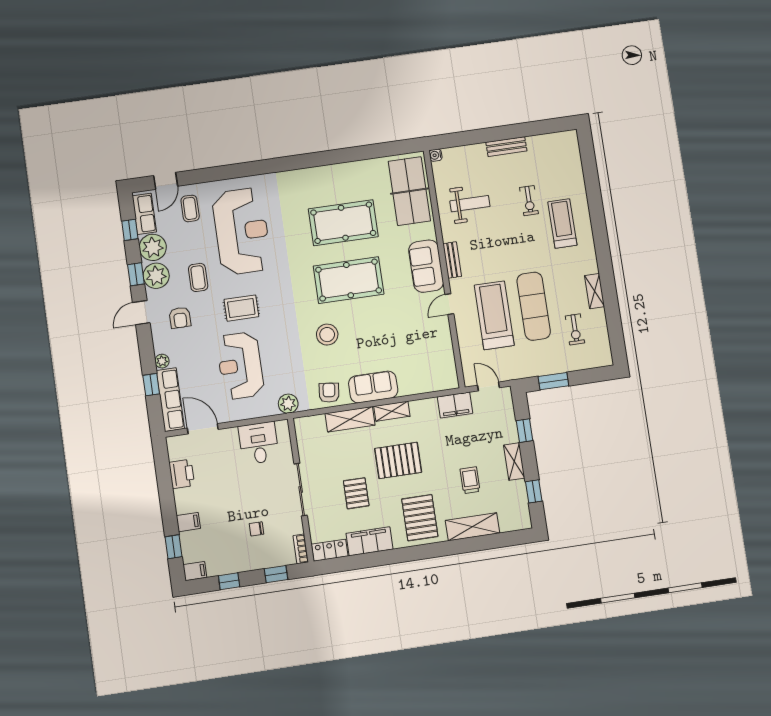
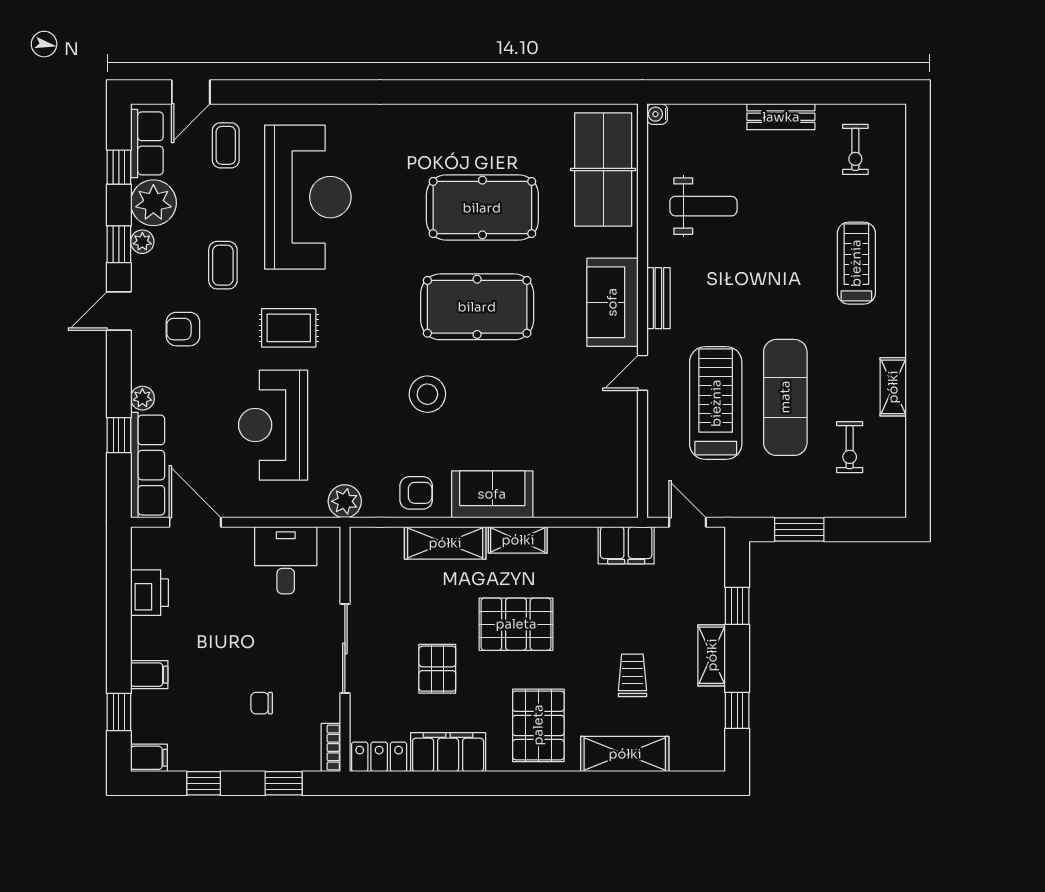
exercise bike: (529, 201) -> (855, 149), moved
plant: (156, 276) -> (142, 242), width x0.53, depth x0.53
armchair: (180, 318) -> (183, 329), turned 90
armchair: (329, 393) -> (416, 493), turned 83

